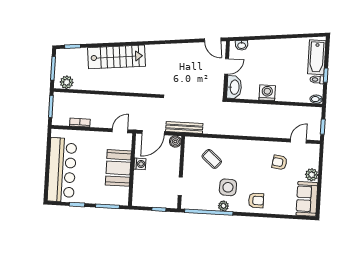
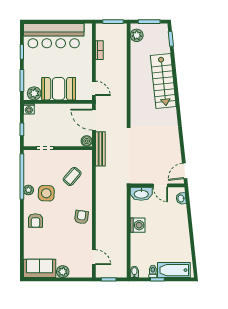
armchair: (280, 162) -> (81, 217), moved
washing machine: (140, 164) -> (29, 109), moved
plant: (122, 194) -> (34, 93), added

